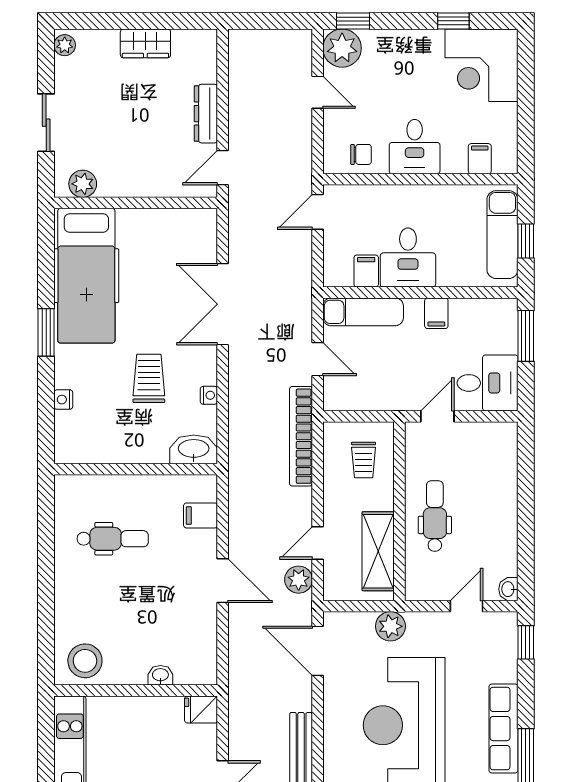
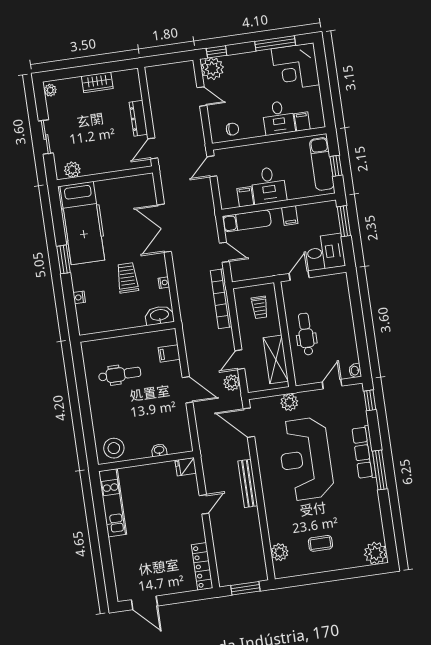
window: (453, 21) -> (275, 43), width x2.17
desk: (415, 147) -> (278, 118), moved

